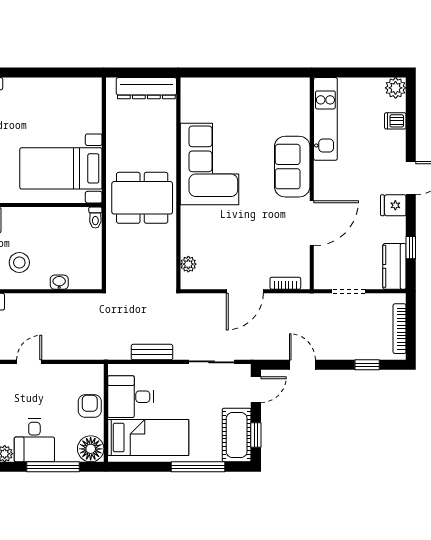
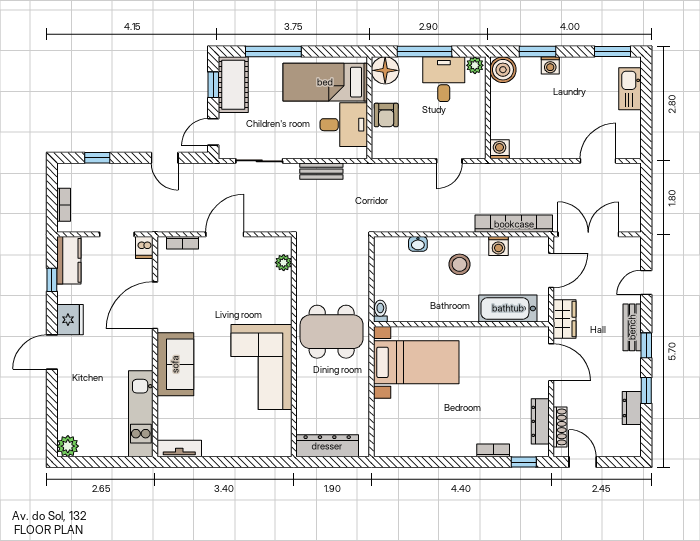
tv unit: (288, 86) -> (179, 448), added
dishwasher: (395, 121) -> (144, 248), moved, turned 90
fridge: (393, 205) -> (70, 320), width x1.38
bookcase: (400, 329) -> (64, 205), width x0.64

